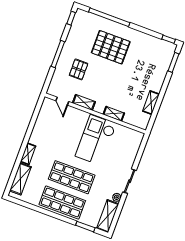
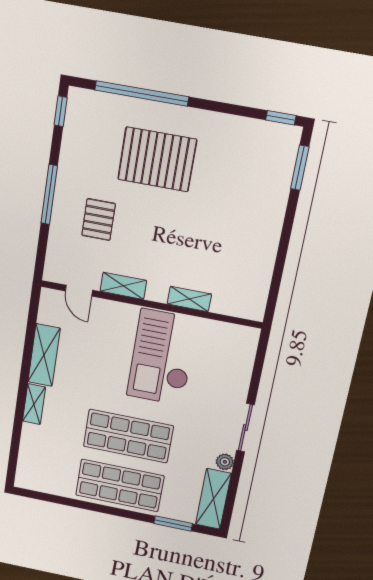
shelving: (151, 103) -> (264, 263), removed
shelving: (20, 179) -> (44, 355), moved

